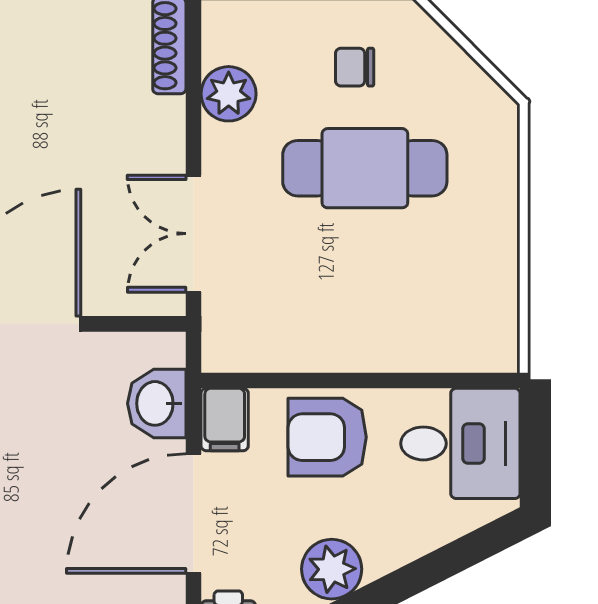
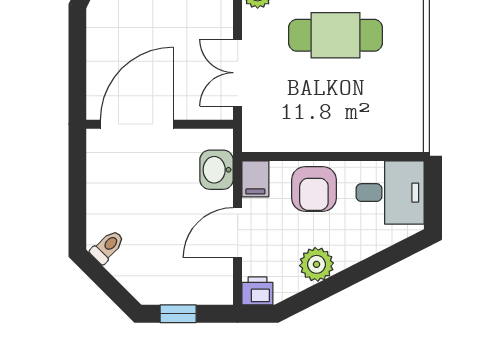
armchair: (327, 437) -> (314, 189), turned -90
door: (193, 514) -> (238, 233), width x0.73

